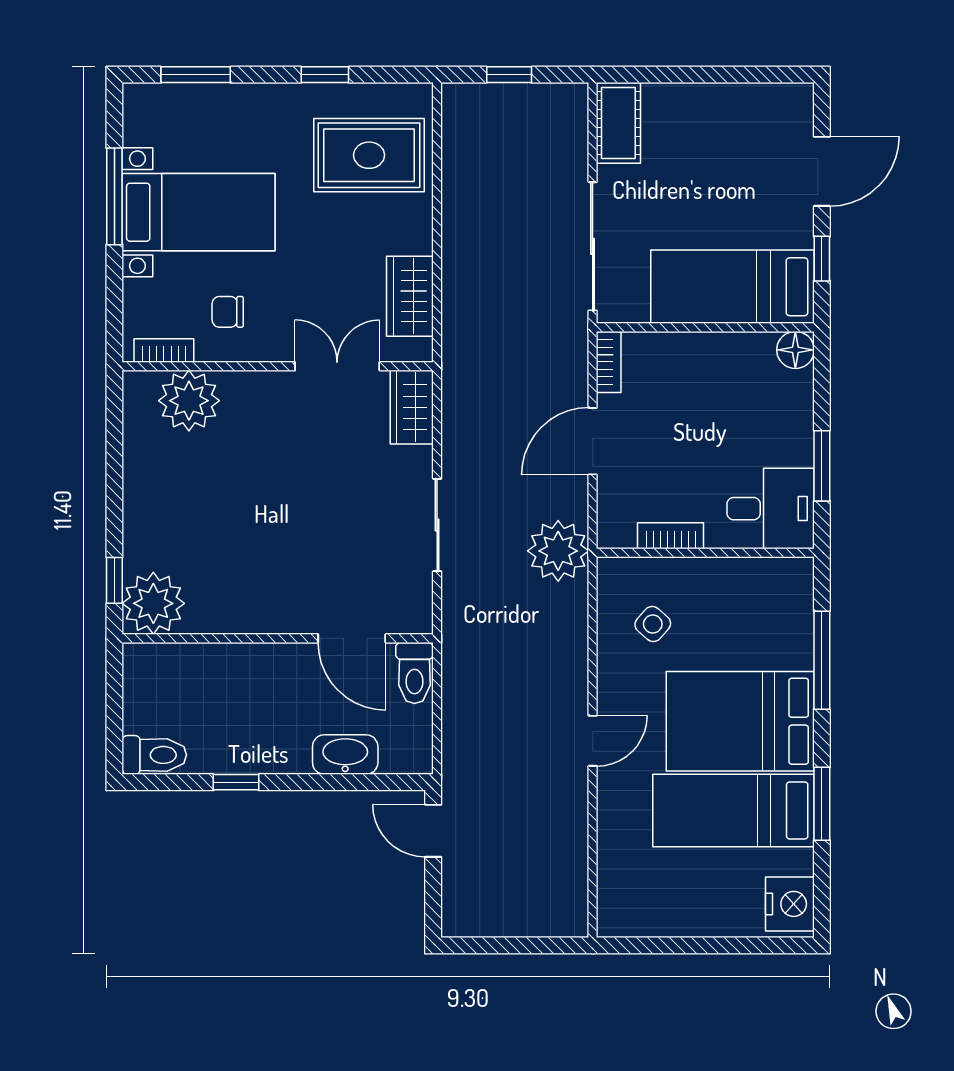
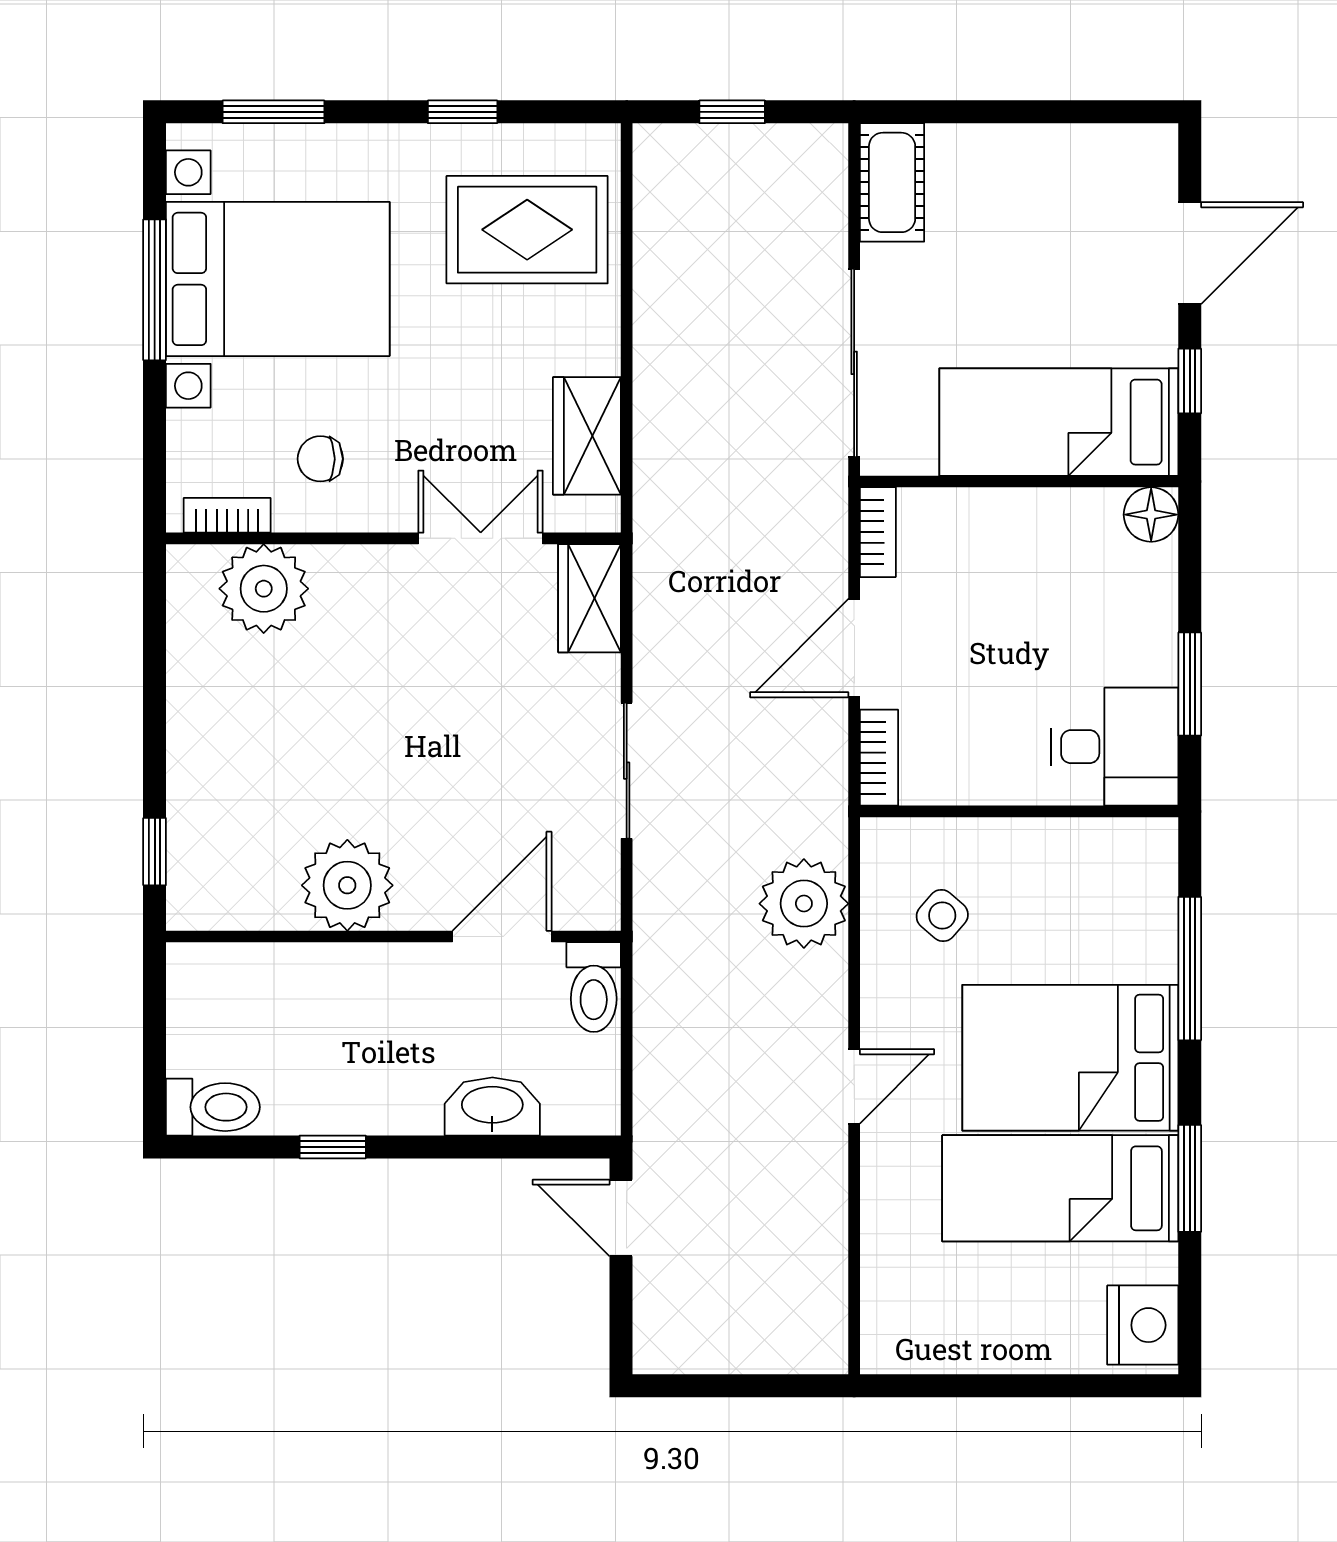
bed with nightstands: (199, 212) -> (278, 279), width x1.36
bookcase: (671, 536) -> (879, 758), moved, turned 90
plant: (558, 551) -> (804, 904), moved
plant: (153, 603) -> (347, 885), moved
door: (352, 638) -> (502, 937), swing flipped

